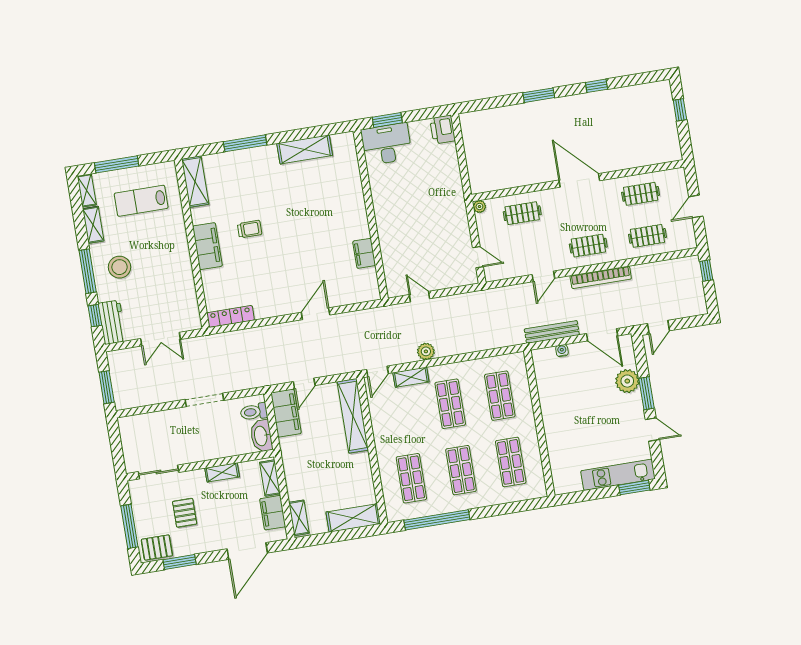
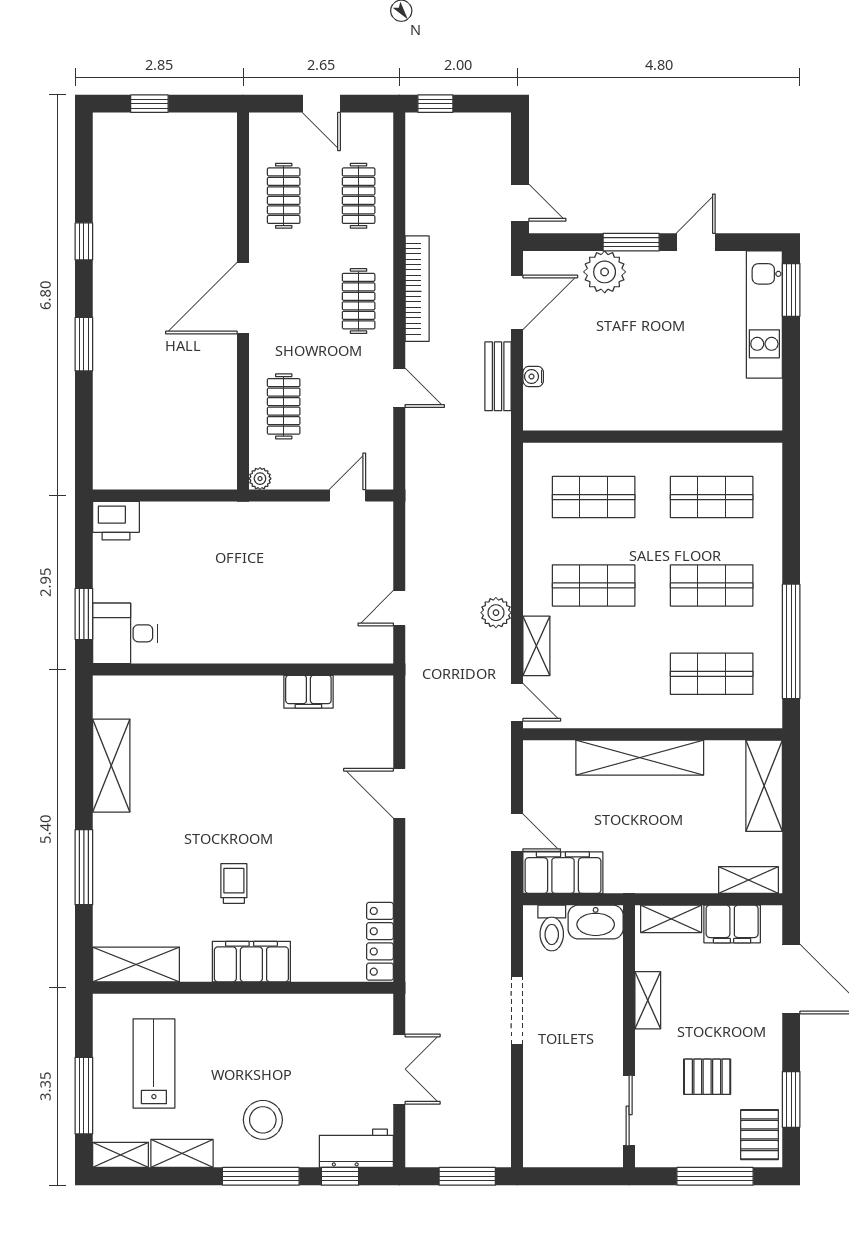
desk: (387, 144) -> (125, 633), width x0.73
lab bench: (141, 201) -> (154, 1063), turned 180
bench: (552, 332) -> (498, 376), width x0.73
shelving: (353, 416) -> (640, 758), moved

